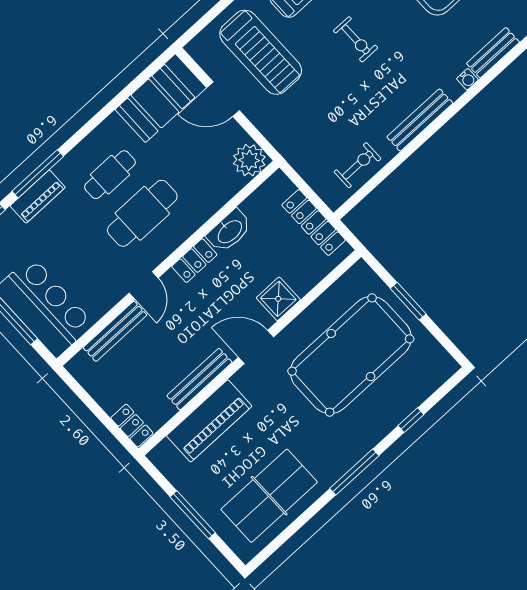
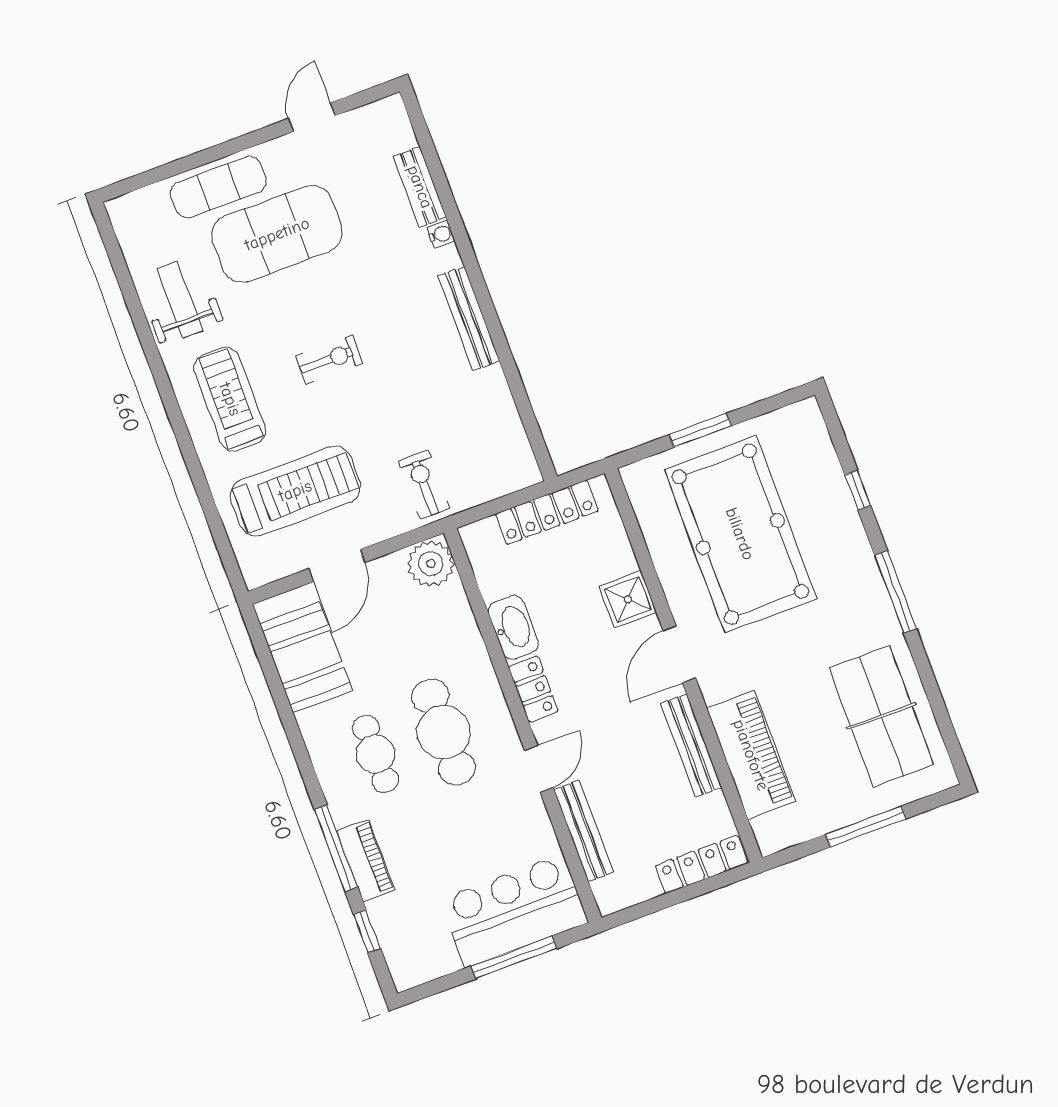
exercise bike: (358, 165) -> (424, 485), moved
door: (144, 285) -> (539, 769), hinge flipped
locker: (132, 426) -> (701, 864), width x1.53

